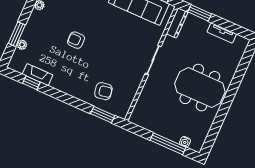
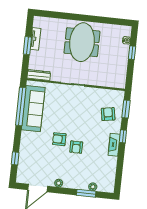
window: (200, 13) -> (27, 46), moved
armchair: (92, 23) -> (59, 139), added
fireplace: (38, 75) -> (114, 145), moved
window: (31, 83) -> (123, 136), moved
window: (168, 144) -> (132, 53), width x0.46

